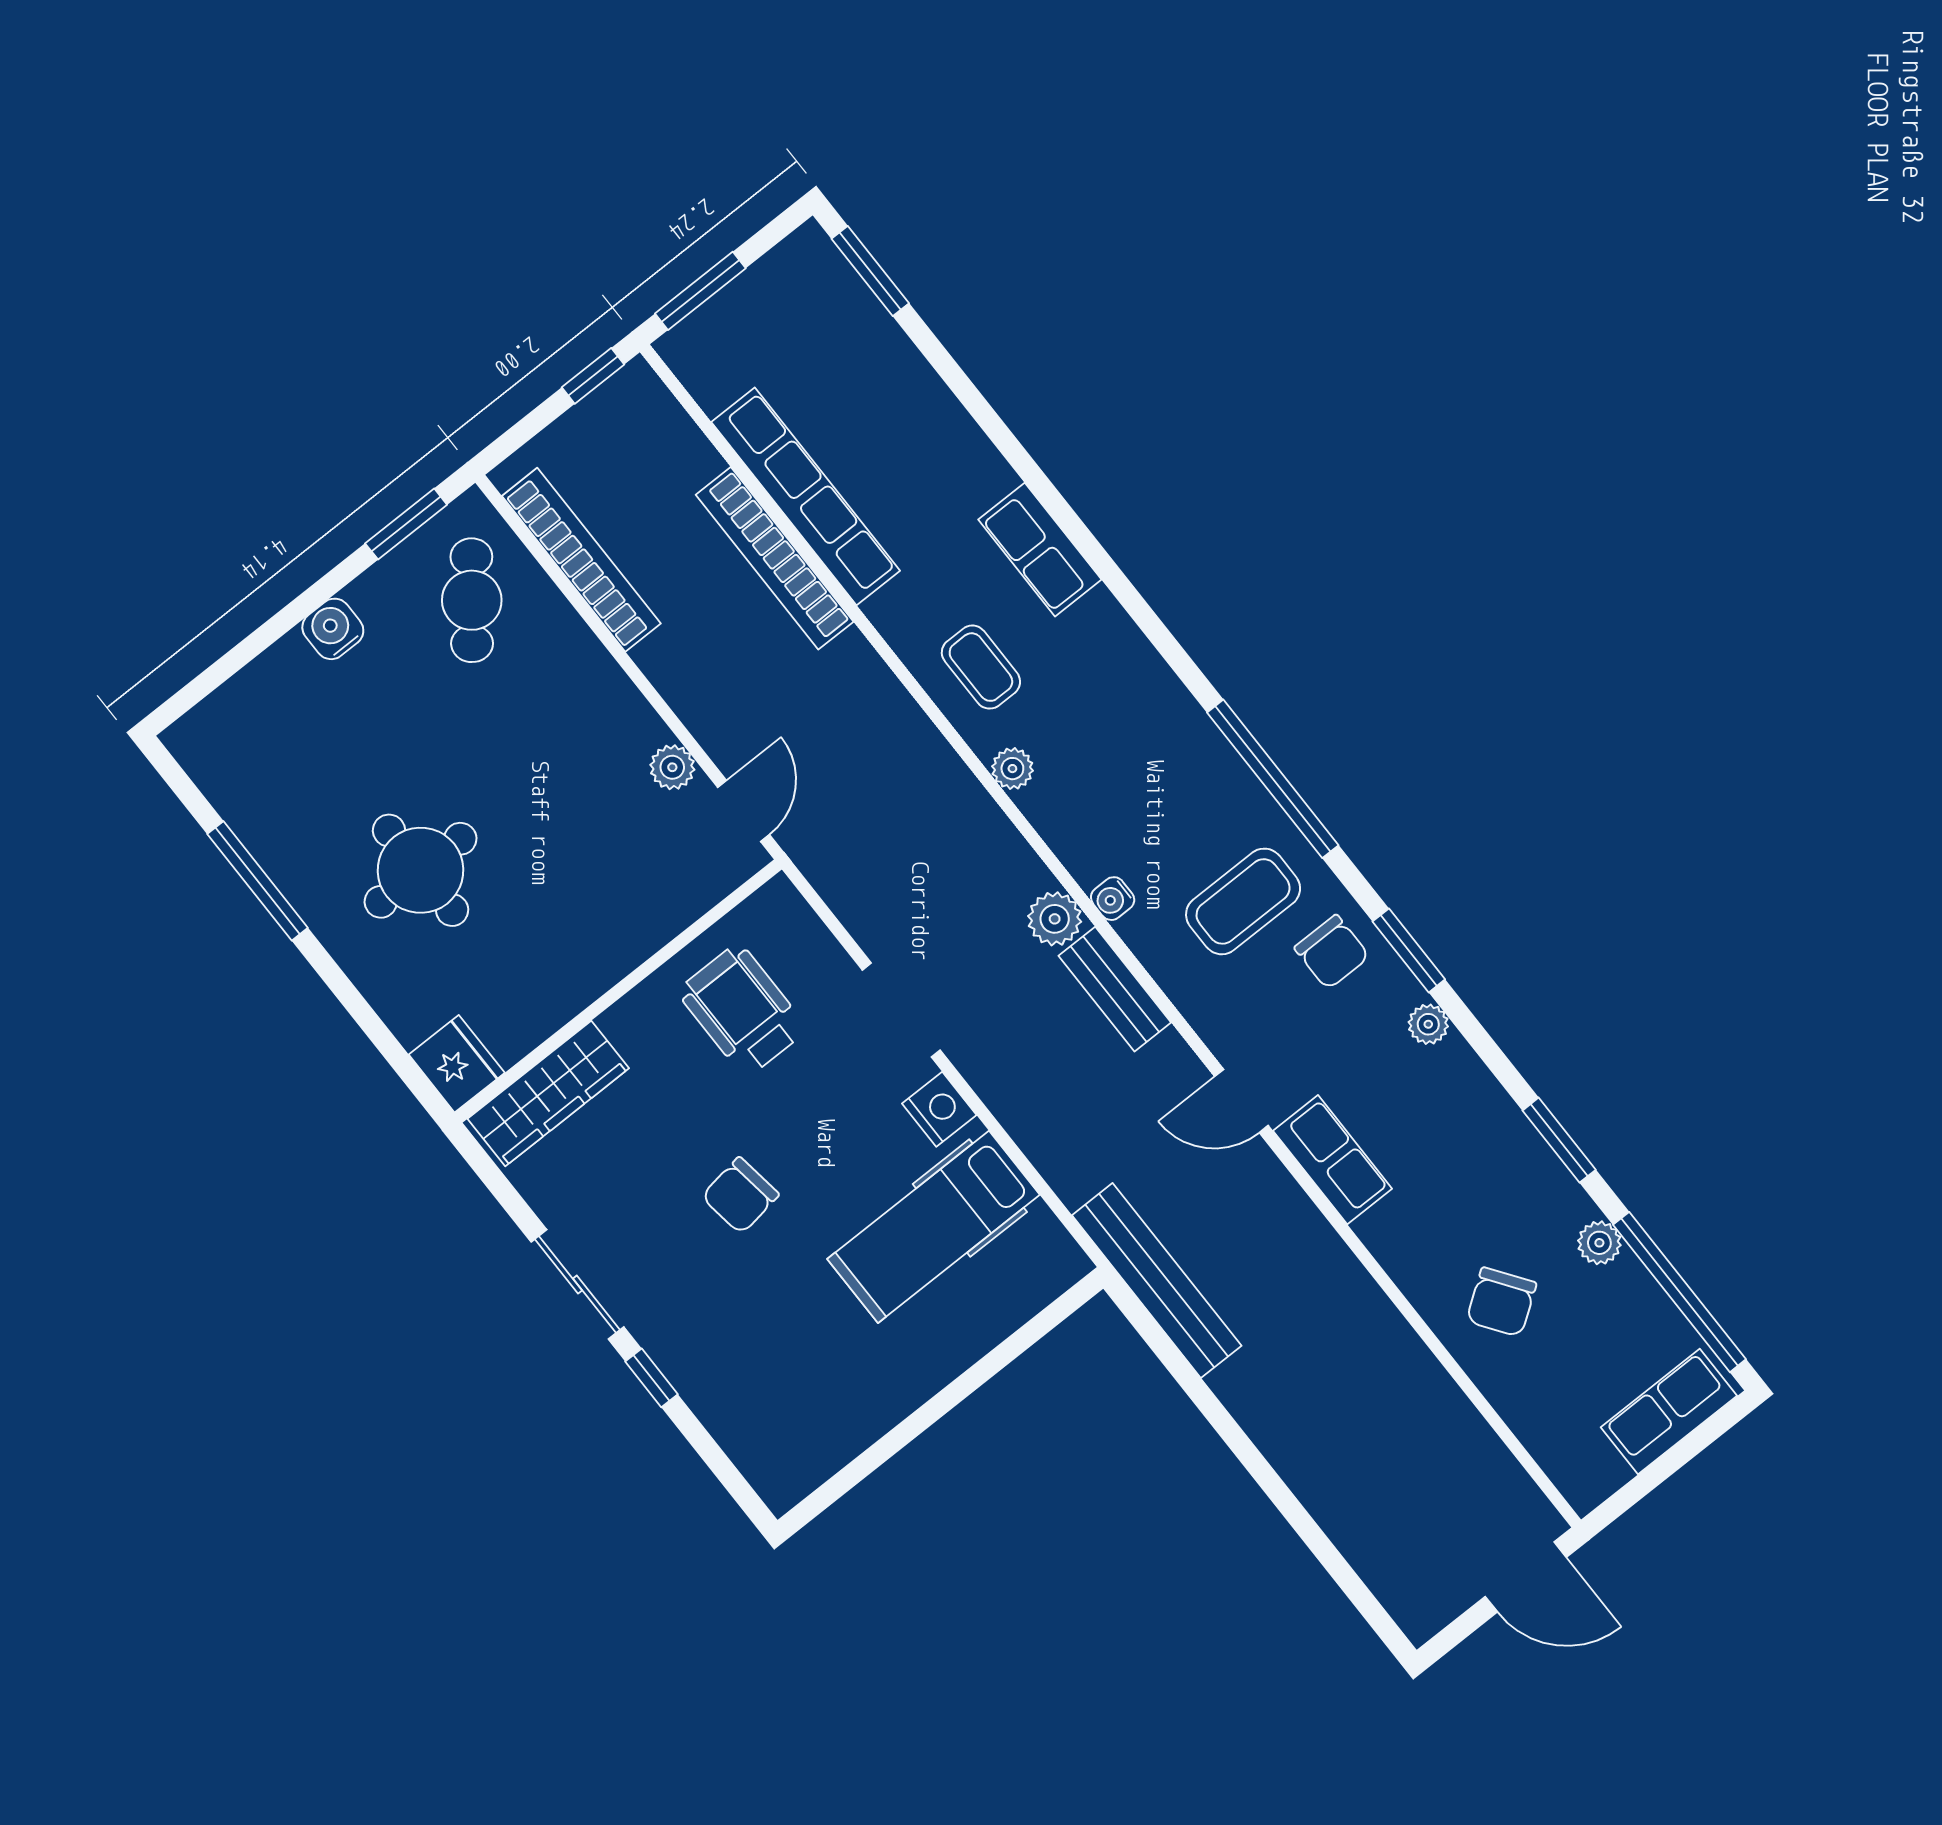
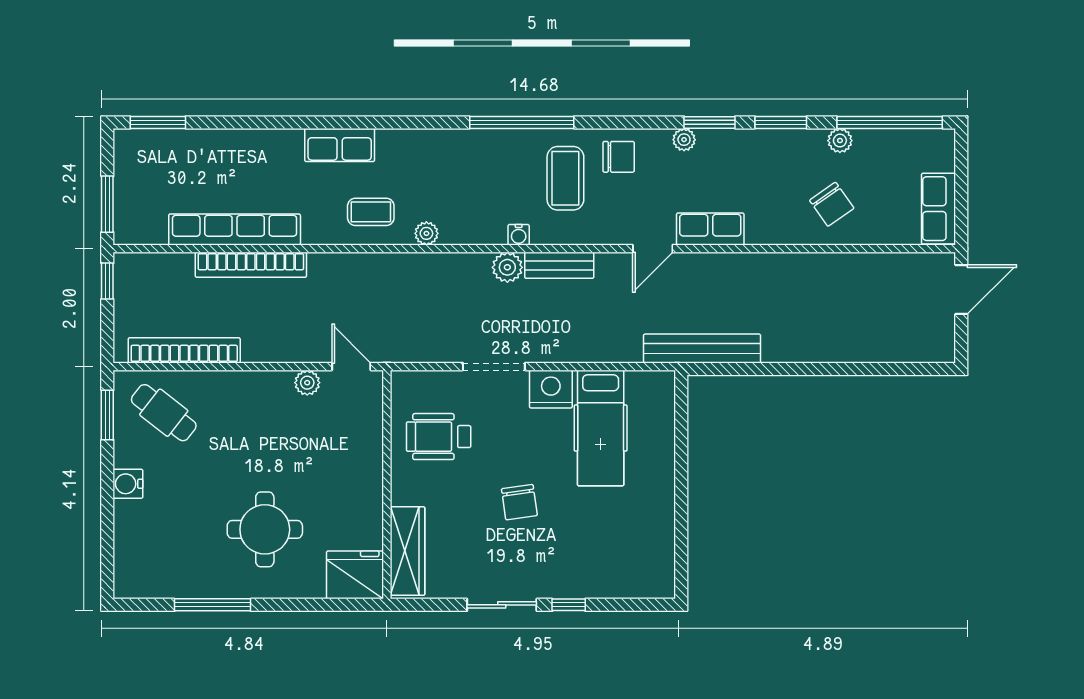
window: (1409, 950) -> (710, 122), moved
fridge: (457, 1064) -> (355, 575), width x1.36, depth x1.34
nightstand: (939, 1109) -> (551, 389), width x1.36, depth x1.33
row of seats: (1669, 1412) -> (938, 209), moved

